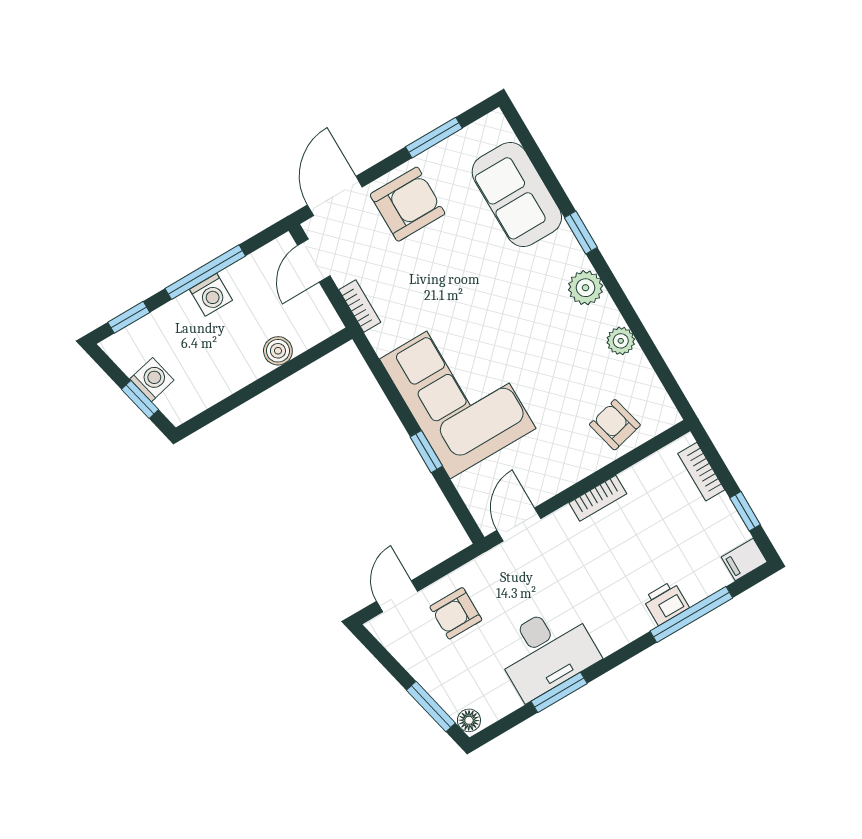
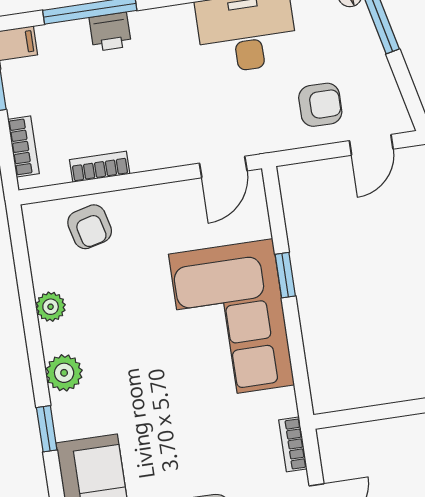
boiler: (278, 351) -> (391, 433), removed
bookcase: (598, 498) -> (100, 167), moved

